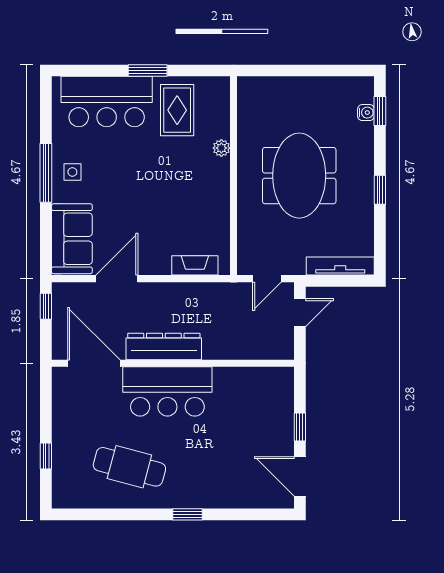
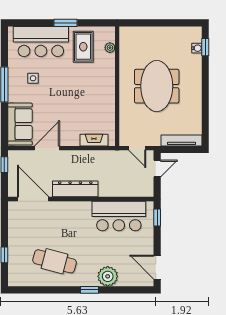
plant: (221, 148) -> (110, 48), moved
side table: (72, 172) -> (33, 78), moved
window: (380, 190) -> (205, 95), removed
door: (267, 279) -> (137, 148), hinge flipped
bar counter: (167, 391) -> (119, 216), moved
window: (300, 427) -> (157, 217), moved
plant: (218, 492) -> (108, 276), added

